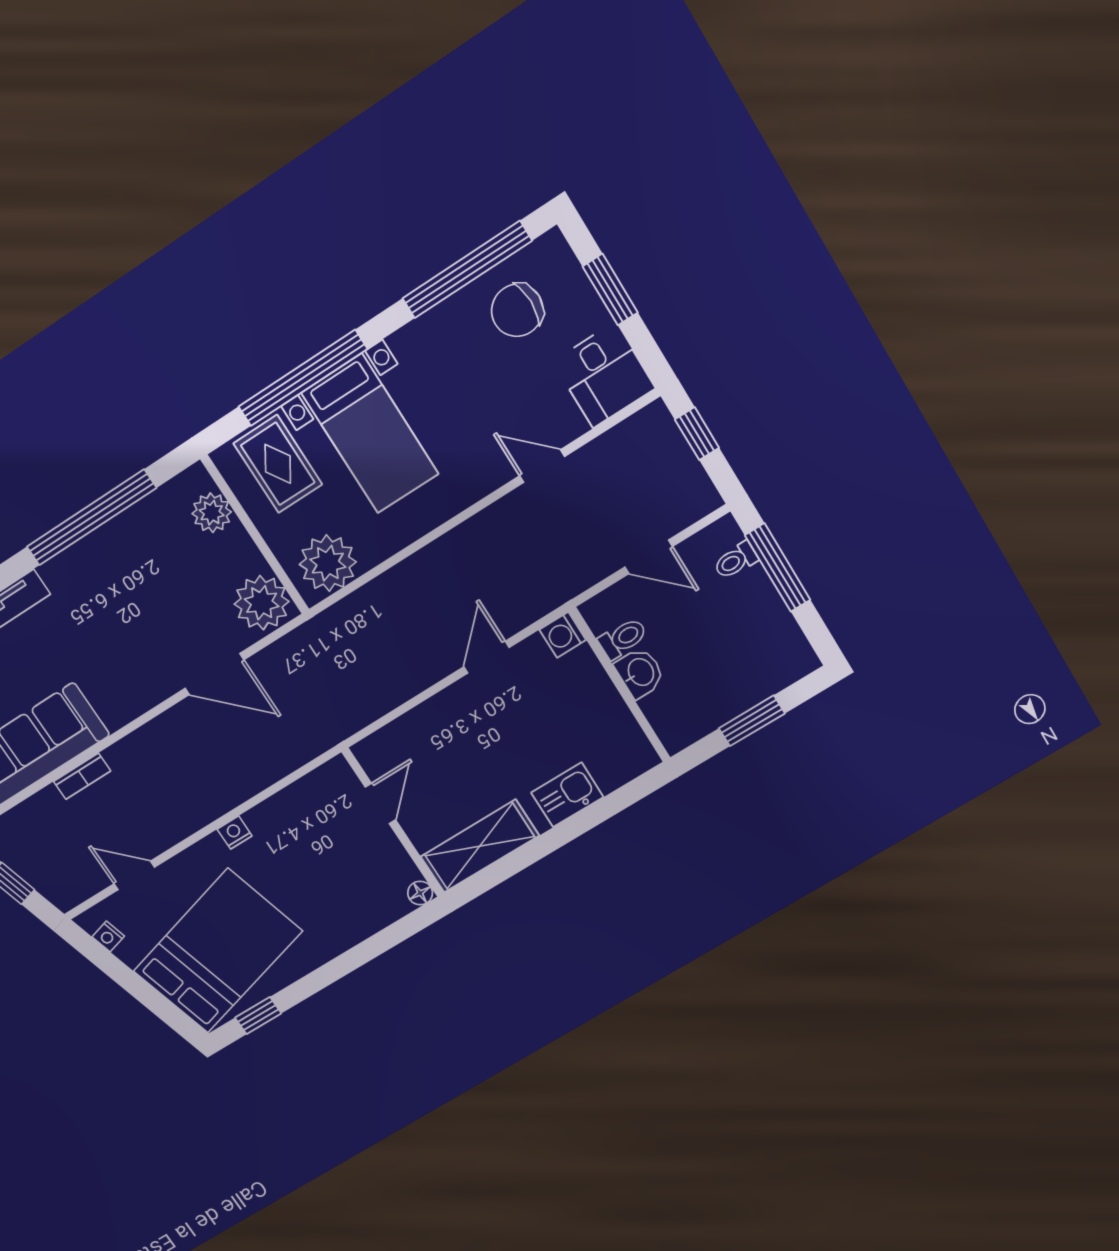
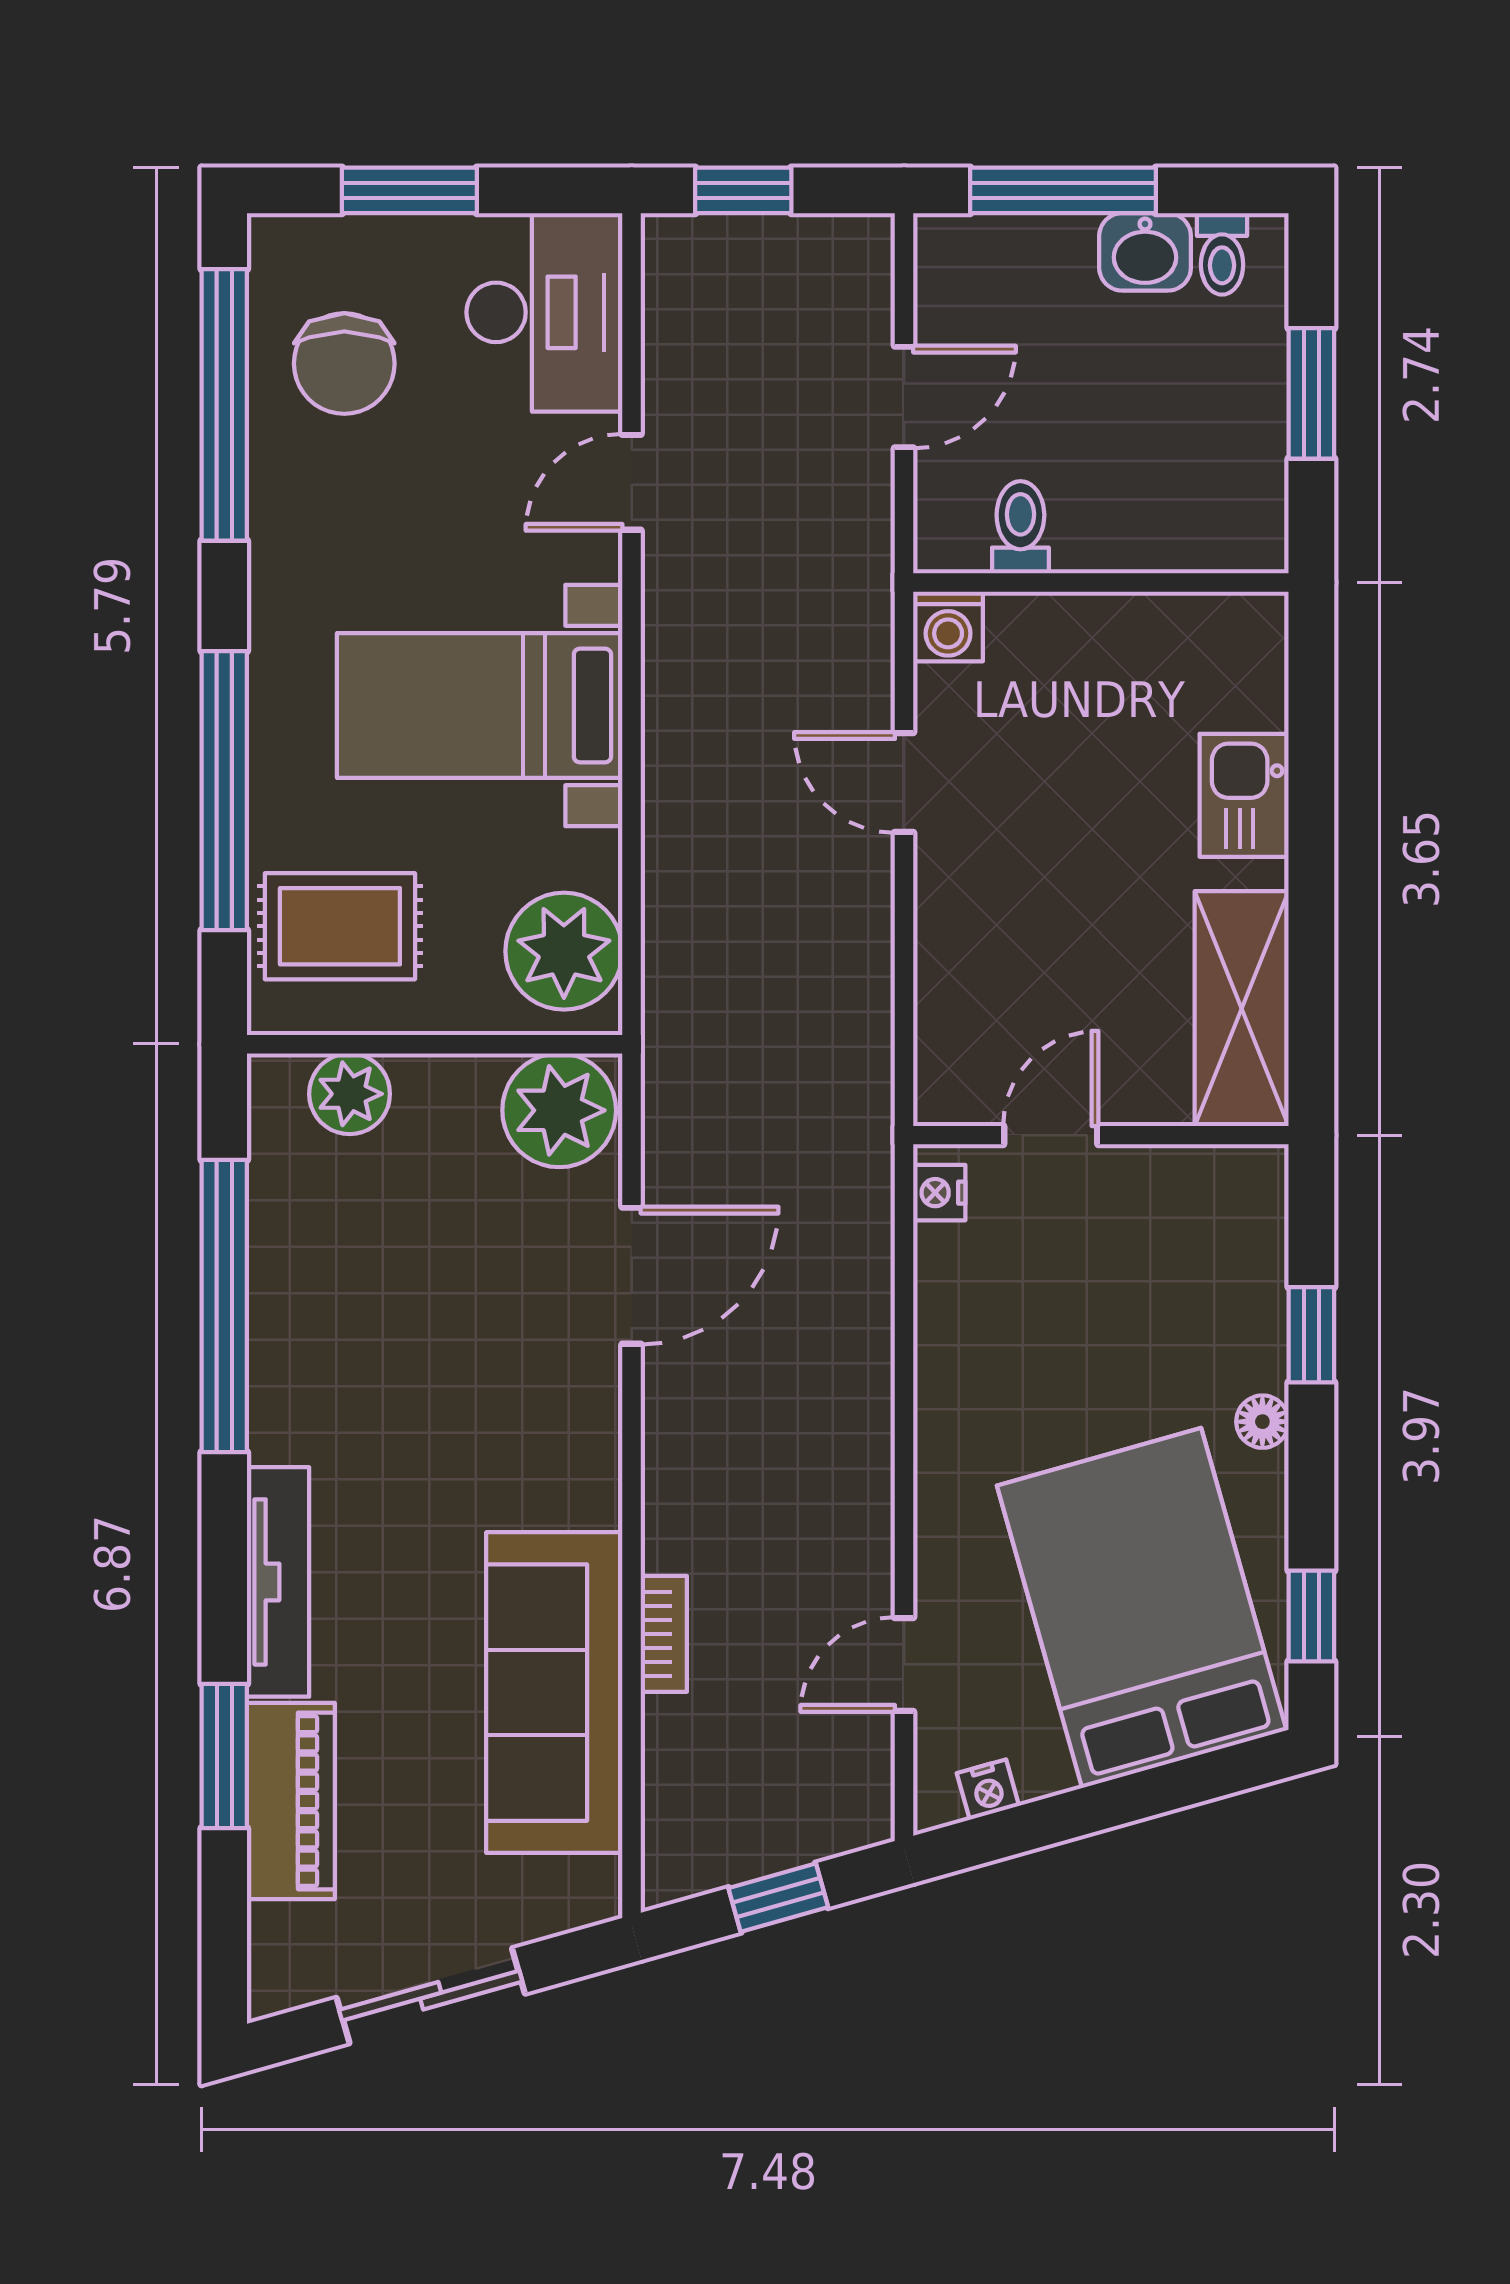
desk: (604, 375) -> (544, 312), width x1.37
bed with nightstands: (370, 434) -> (480, 706), moved, turned 180
toilet: (736, 560) -> (1222, 254), moved
washbasin: (640, 673) -> (1145, 252), moved, turned 180
door: (380, 803) -> (1051, 1135), hinge flipped
nightstand: (235, 832) -> (939, 1193), moved
floor lamp: (420, 893) -> (1262, 1422), moved
window: (367, 950) -> (1311, 1335), added

